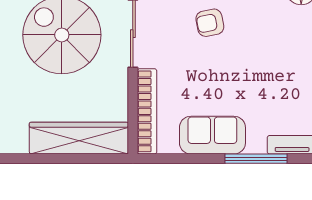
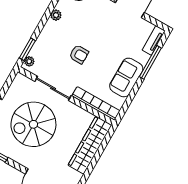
armchair: (210, 23) -> (79, 54), moved, turned -79

